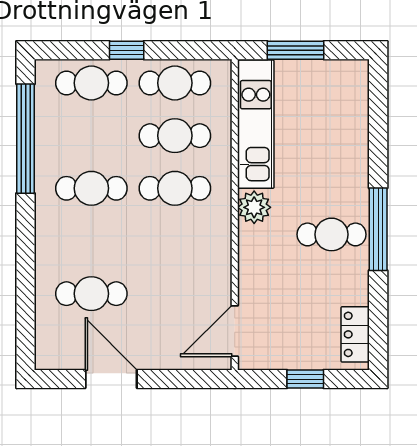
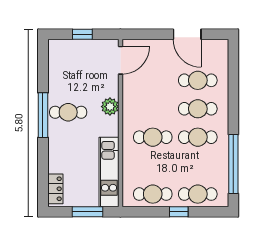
cafe table: (175, 136) -> (198, 109), moved
plant: (254, 207) -> (110, 107), moved
locker: (355, 334) -> (55, 189), moved

